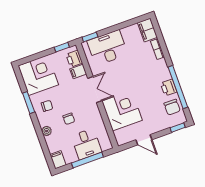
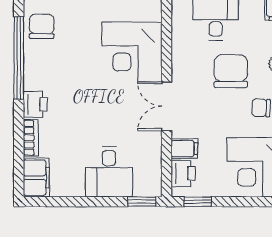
desk: (107, 48) -> (109, 172), width x0.73
printer: (169, 88) -> (35, 104), moved
chair: (69, 119) -> (231, 71), width x1.87, depth x1.87

